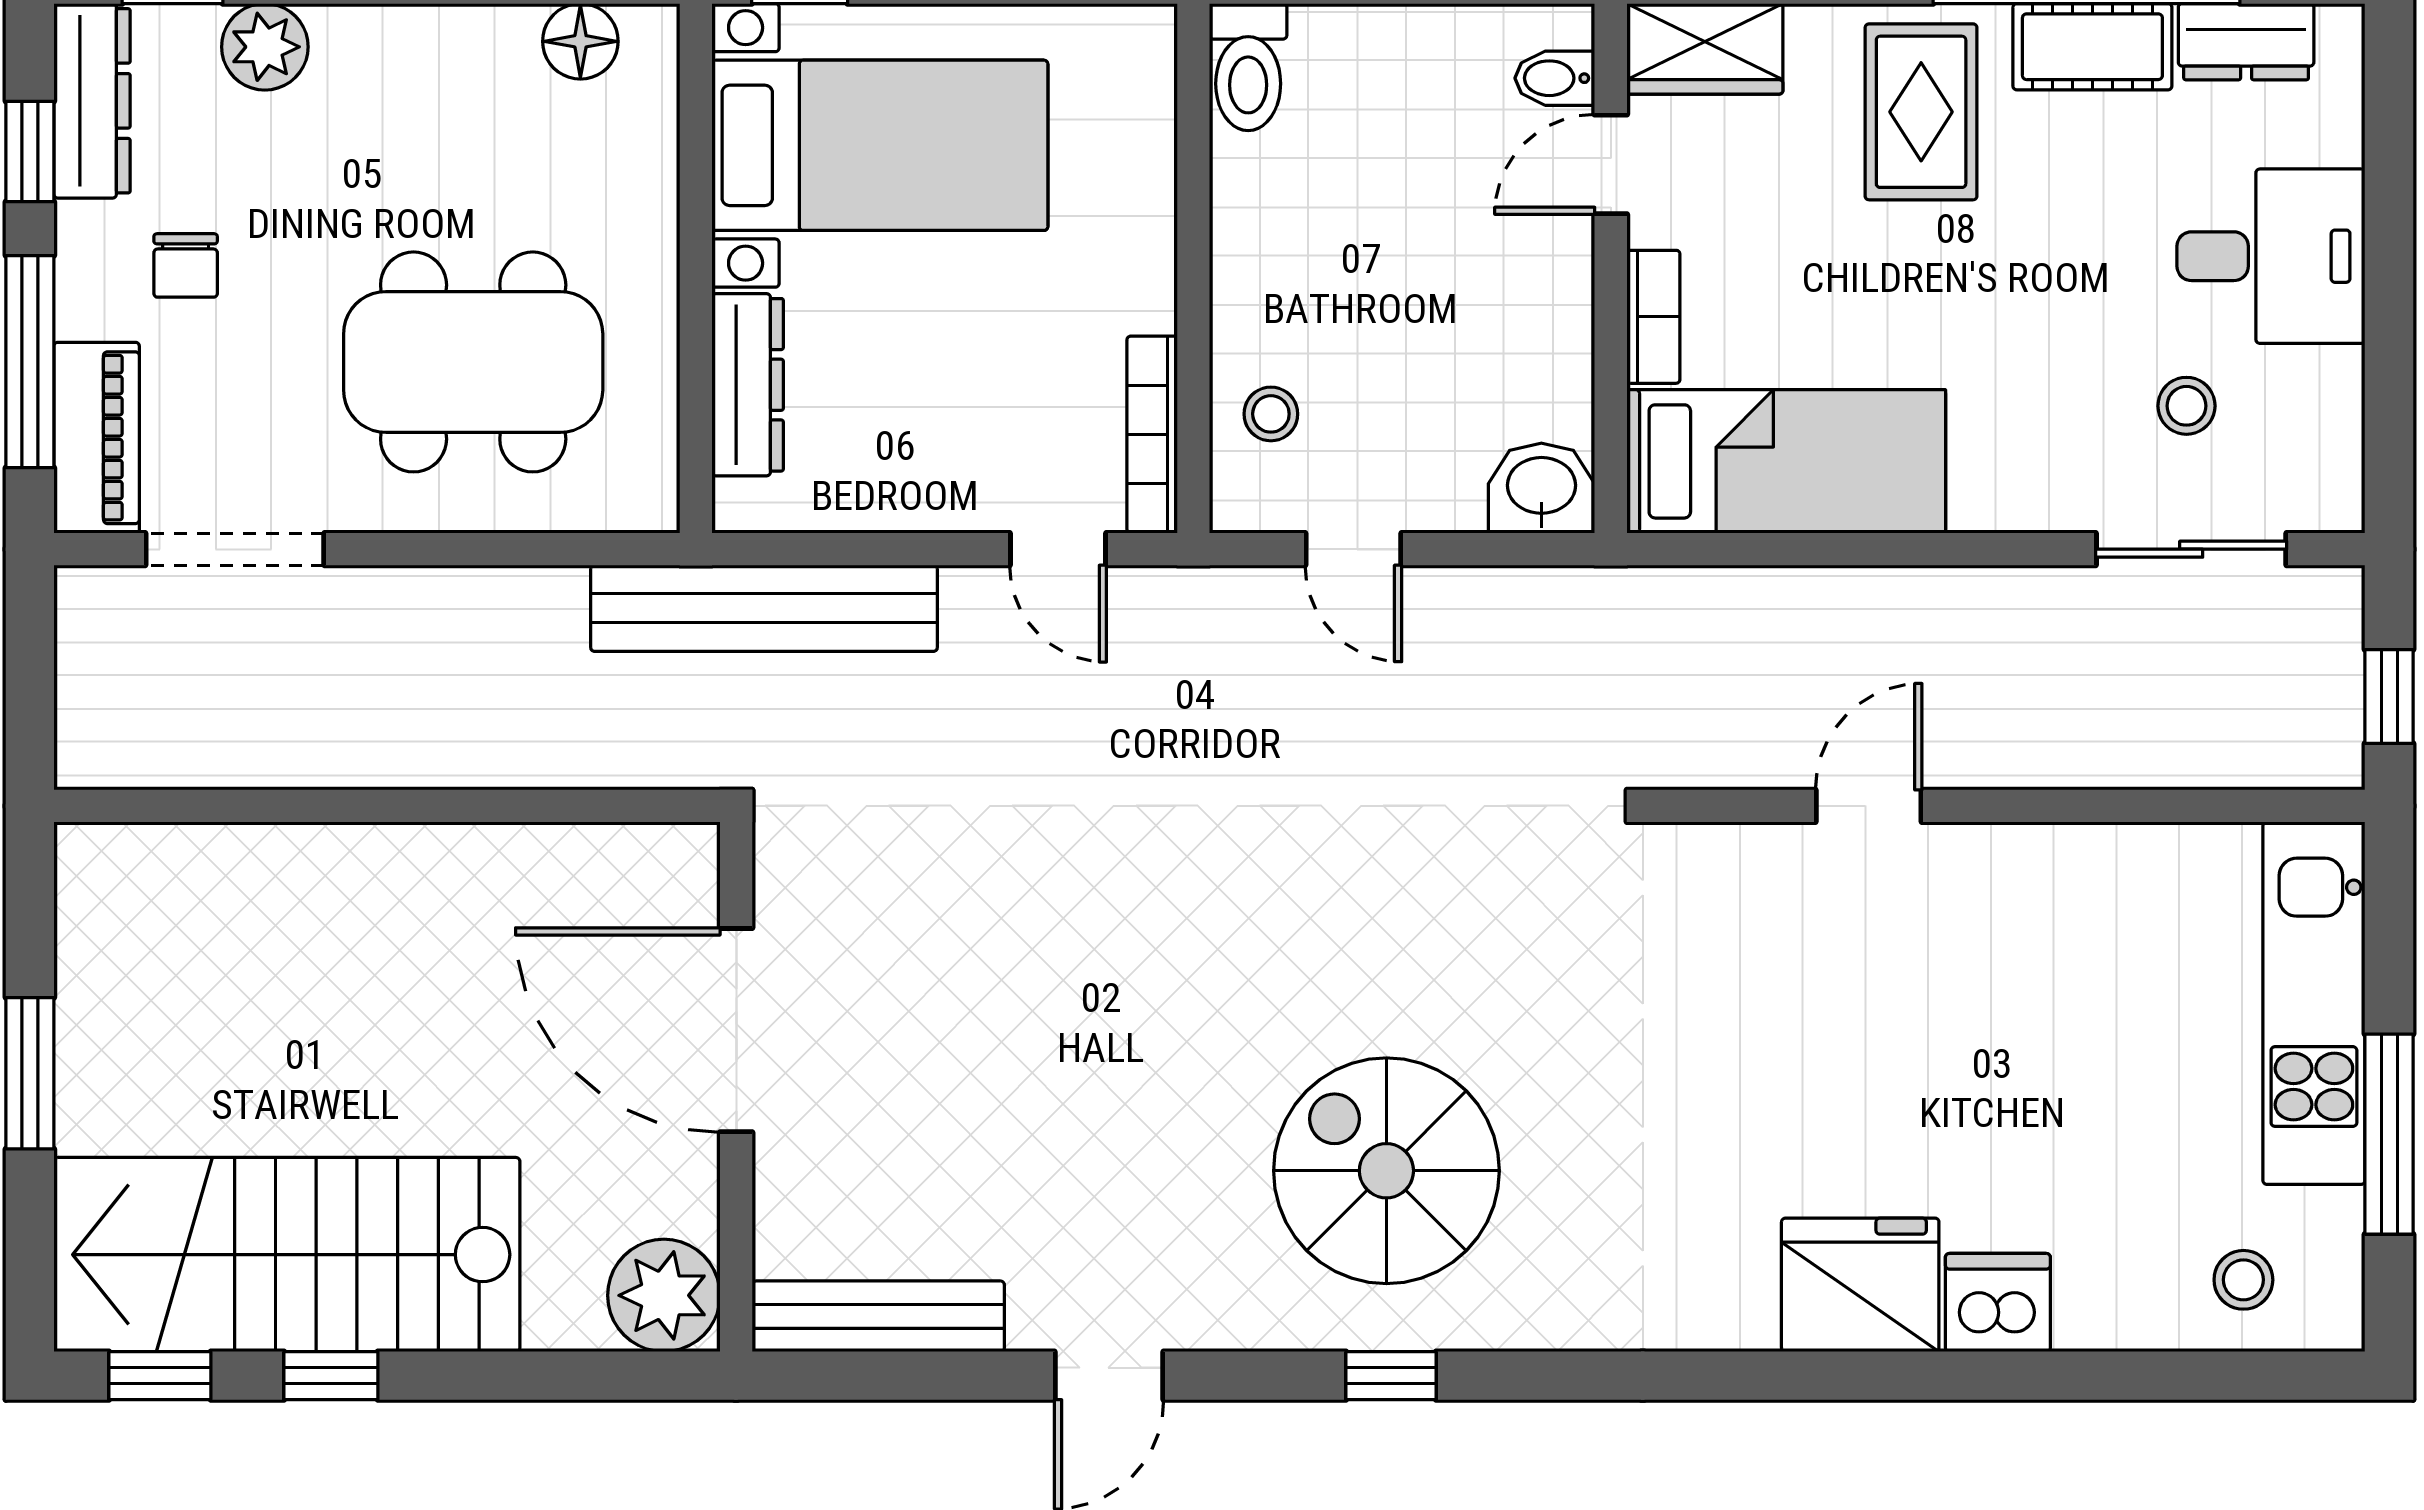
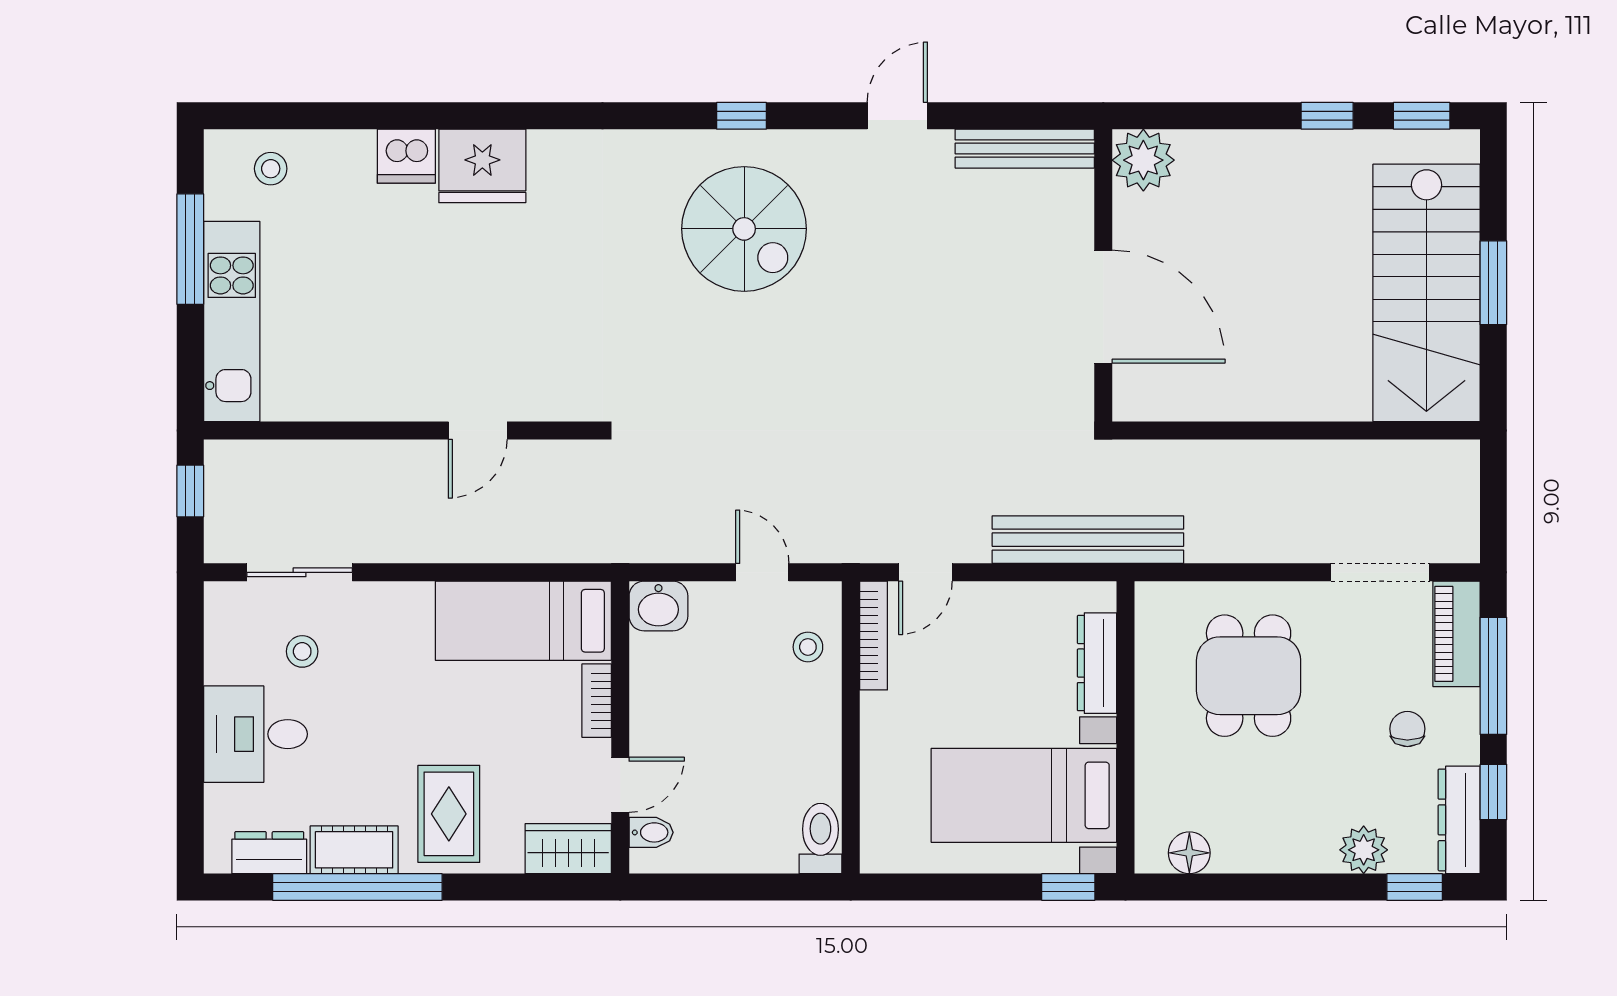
dining table: (473, 362) -> (1249, 676), width x0.73
door: (1058, 549) -> (925, 572), swing flipped
stairs: (287, 1255) -> (1426, 293), moved, turned 90

